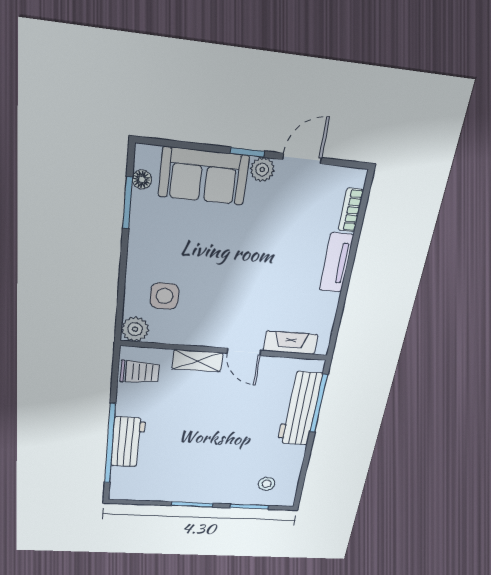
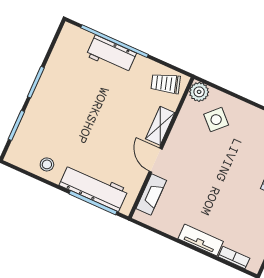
side table: (165, 296) -> (216, 120), turned 45
door: (244, 352) -> (156, 160), hinge flipped
trolley: (140, 372) -> (166, 83), turned 73
stool: (267, 484) -> (47, 164), moved

